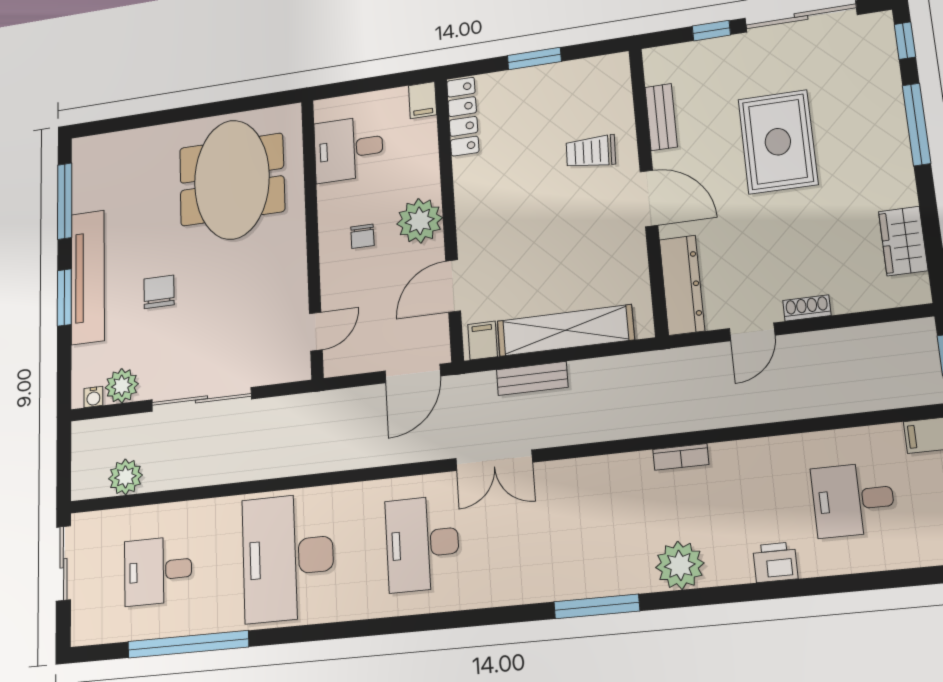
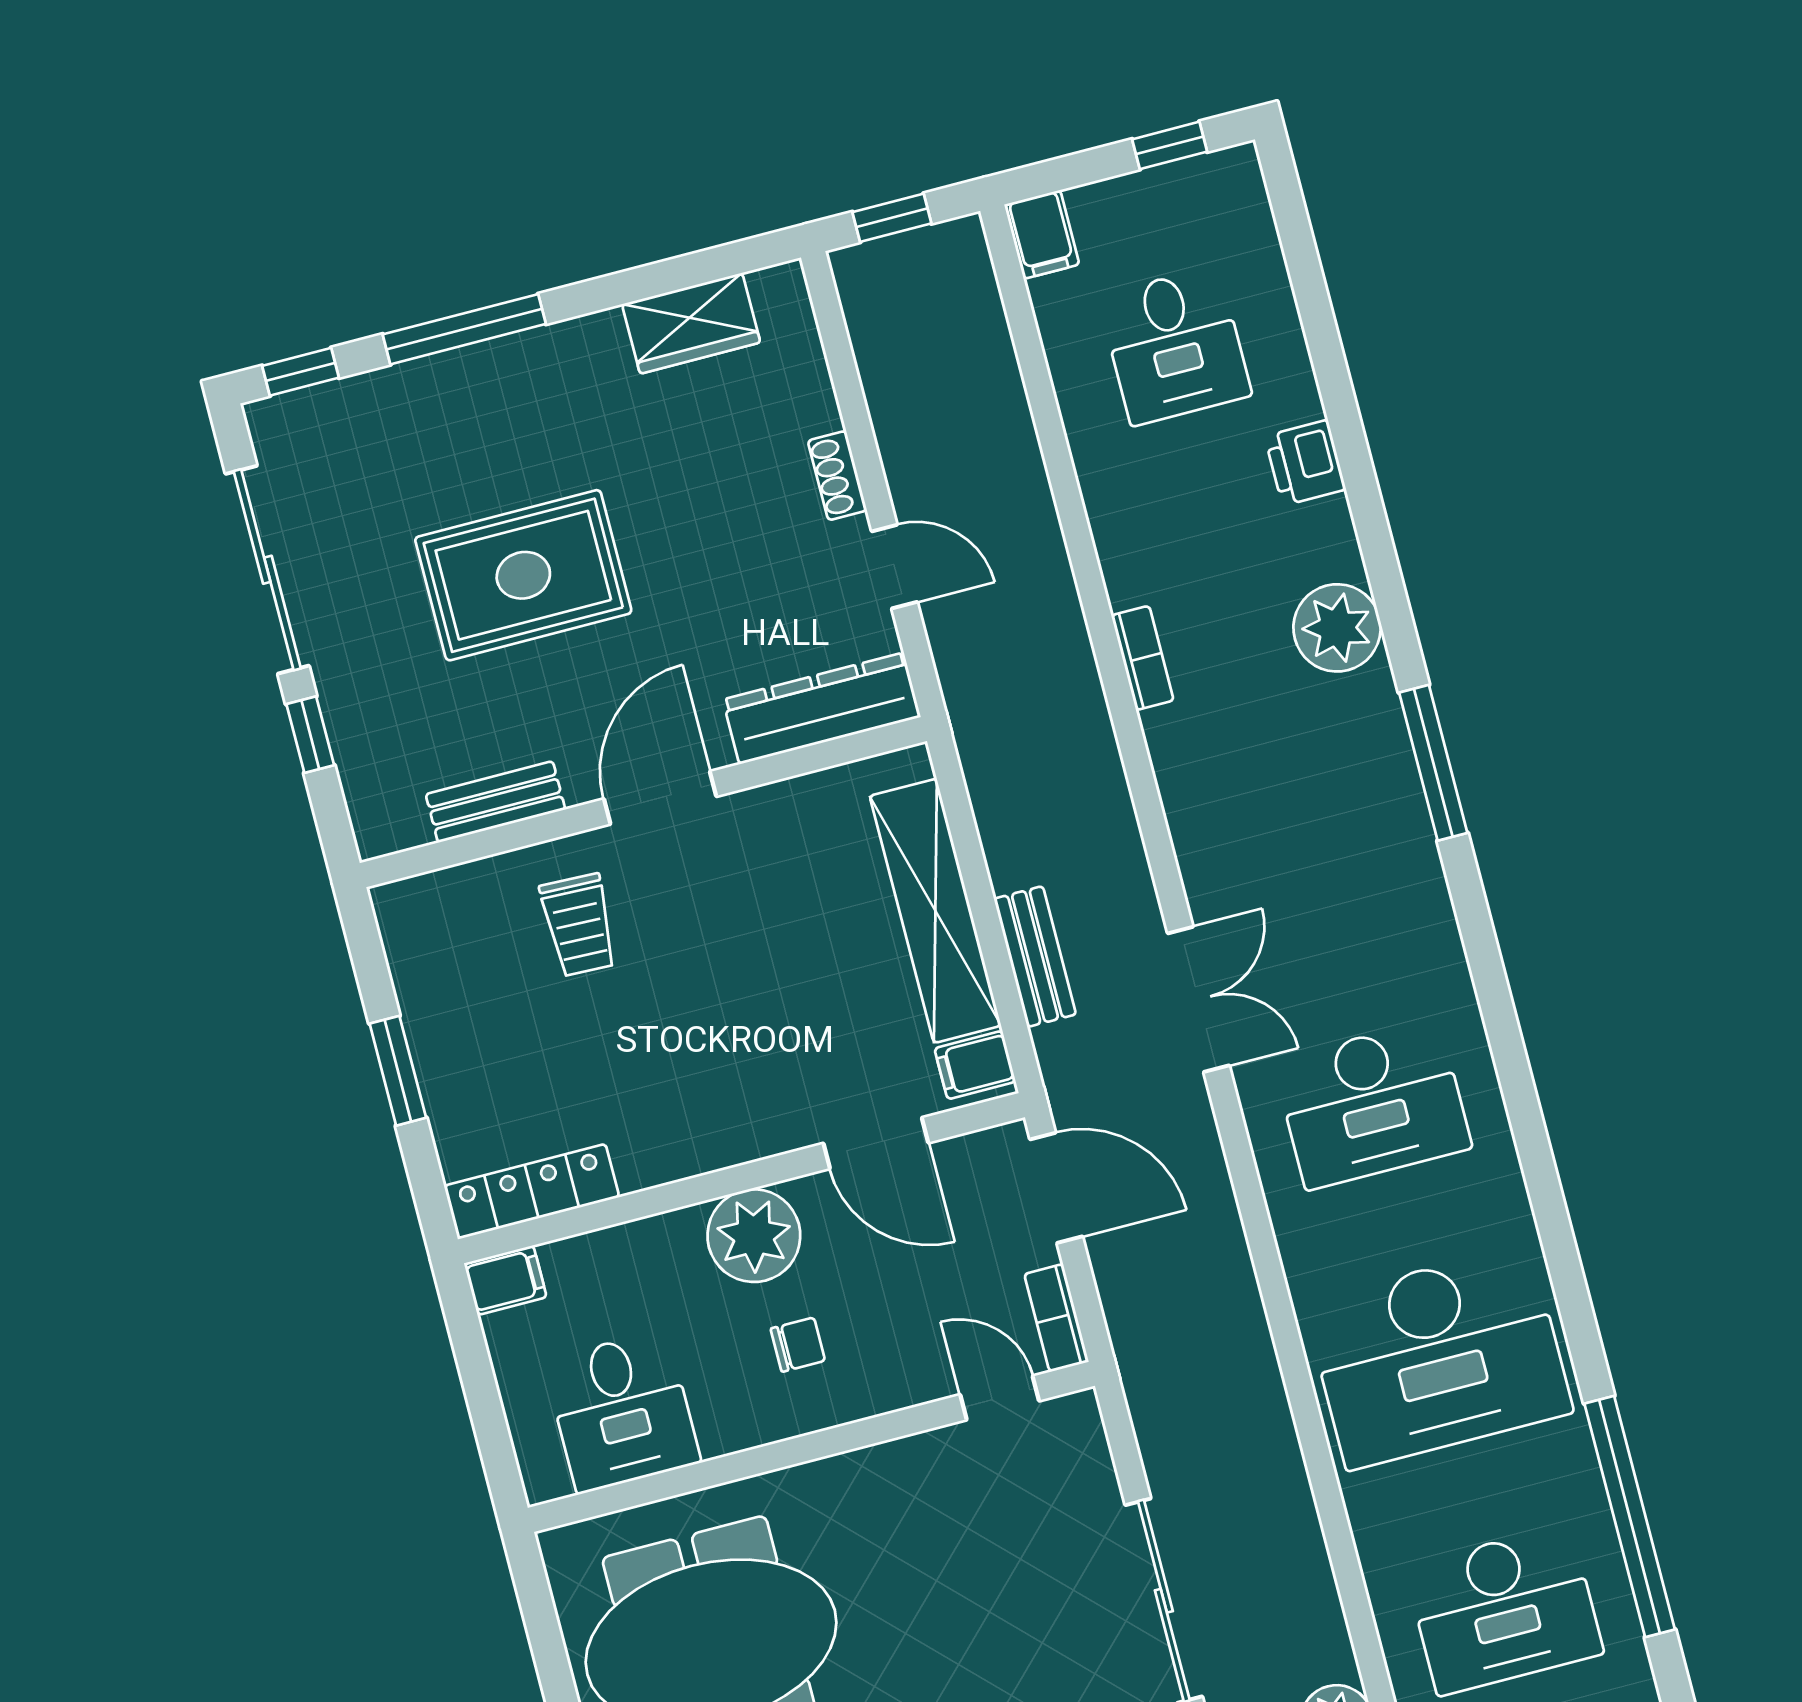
bookcase: (349, 365) -> (1056, 1318), added
desk: (158, 571) -> (1504, 1610), width x1.37

